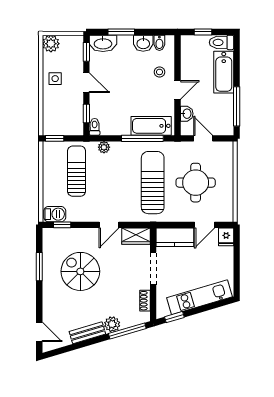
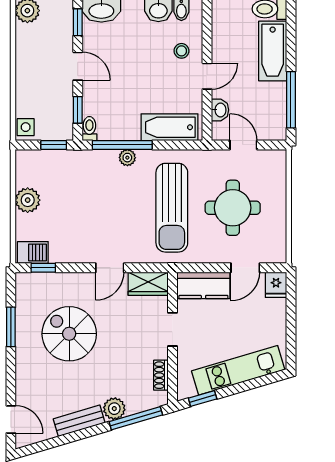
side table: (55, 79) -> (26, 127), moved
window: (55, 138) -> (54, 145), moved
window: (142, 138) -> (122, 145), moved
plant: (104, 147) -> (127, 158), moved
sun lounger: (77, 171) -> (64, 192), removed
plant: (51, 177) -> (28, 200), added
sun lounger: (153, 183) -> (172, 208), turned 180
doorway: (153, 268) -> (172, 329), width x0.73

